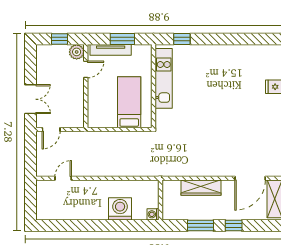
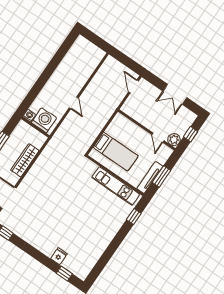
tv unit: (111, 50) -> (150, 177), moved
double door: (30, 99) -> (175, 94), moved
door: (63, 178) -> (74, 103), moved
washing machine: (120, 209) -> (44, 120), moved, turned -90

